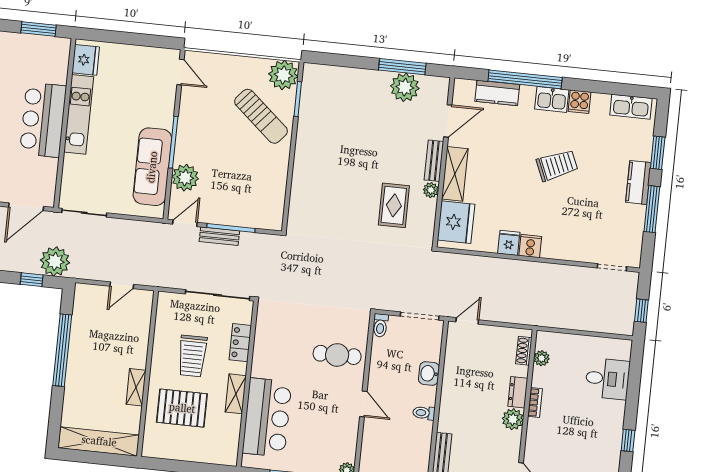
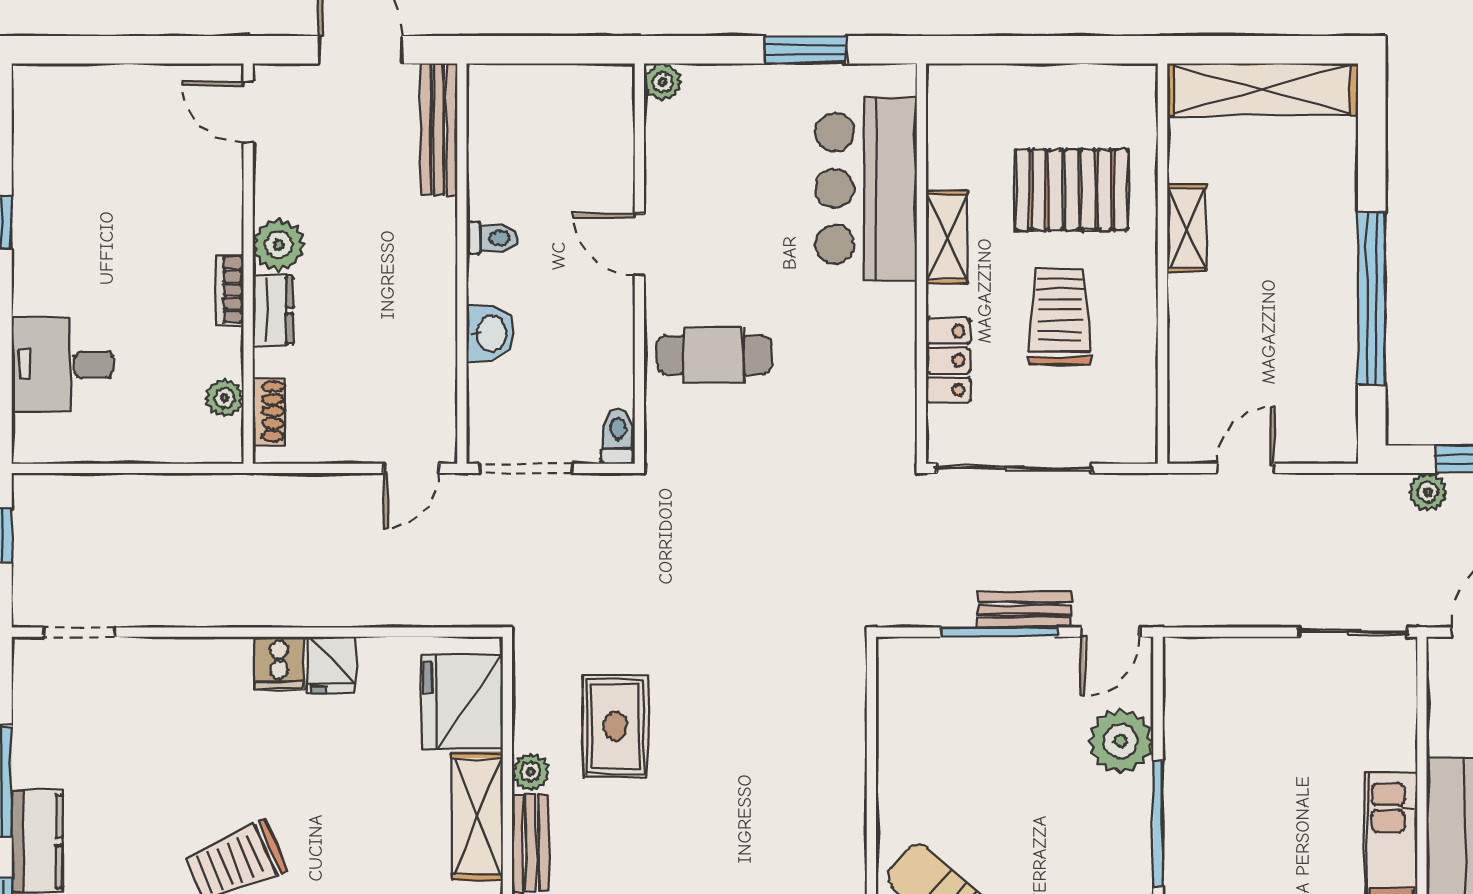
sofa: (152, 167) -> (1202, 759), removed
plant: (55, 261) -> (1428, 492), width x0.53, depth x0.53

